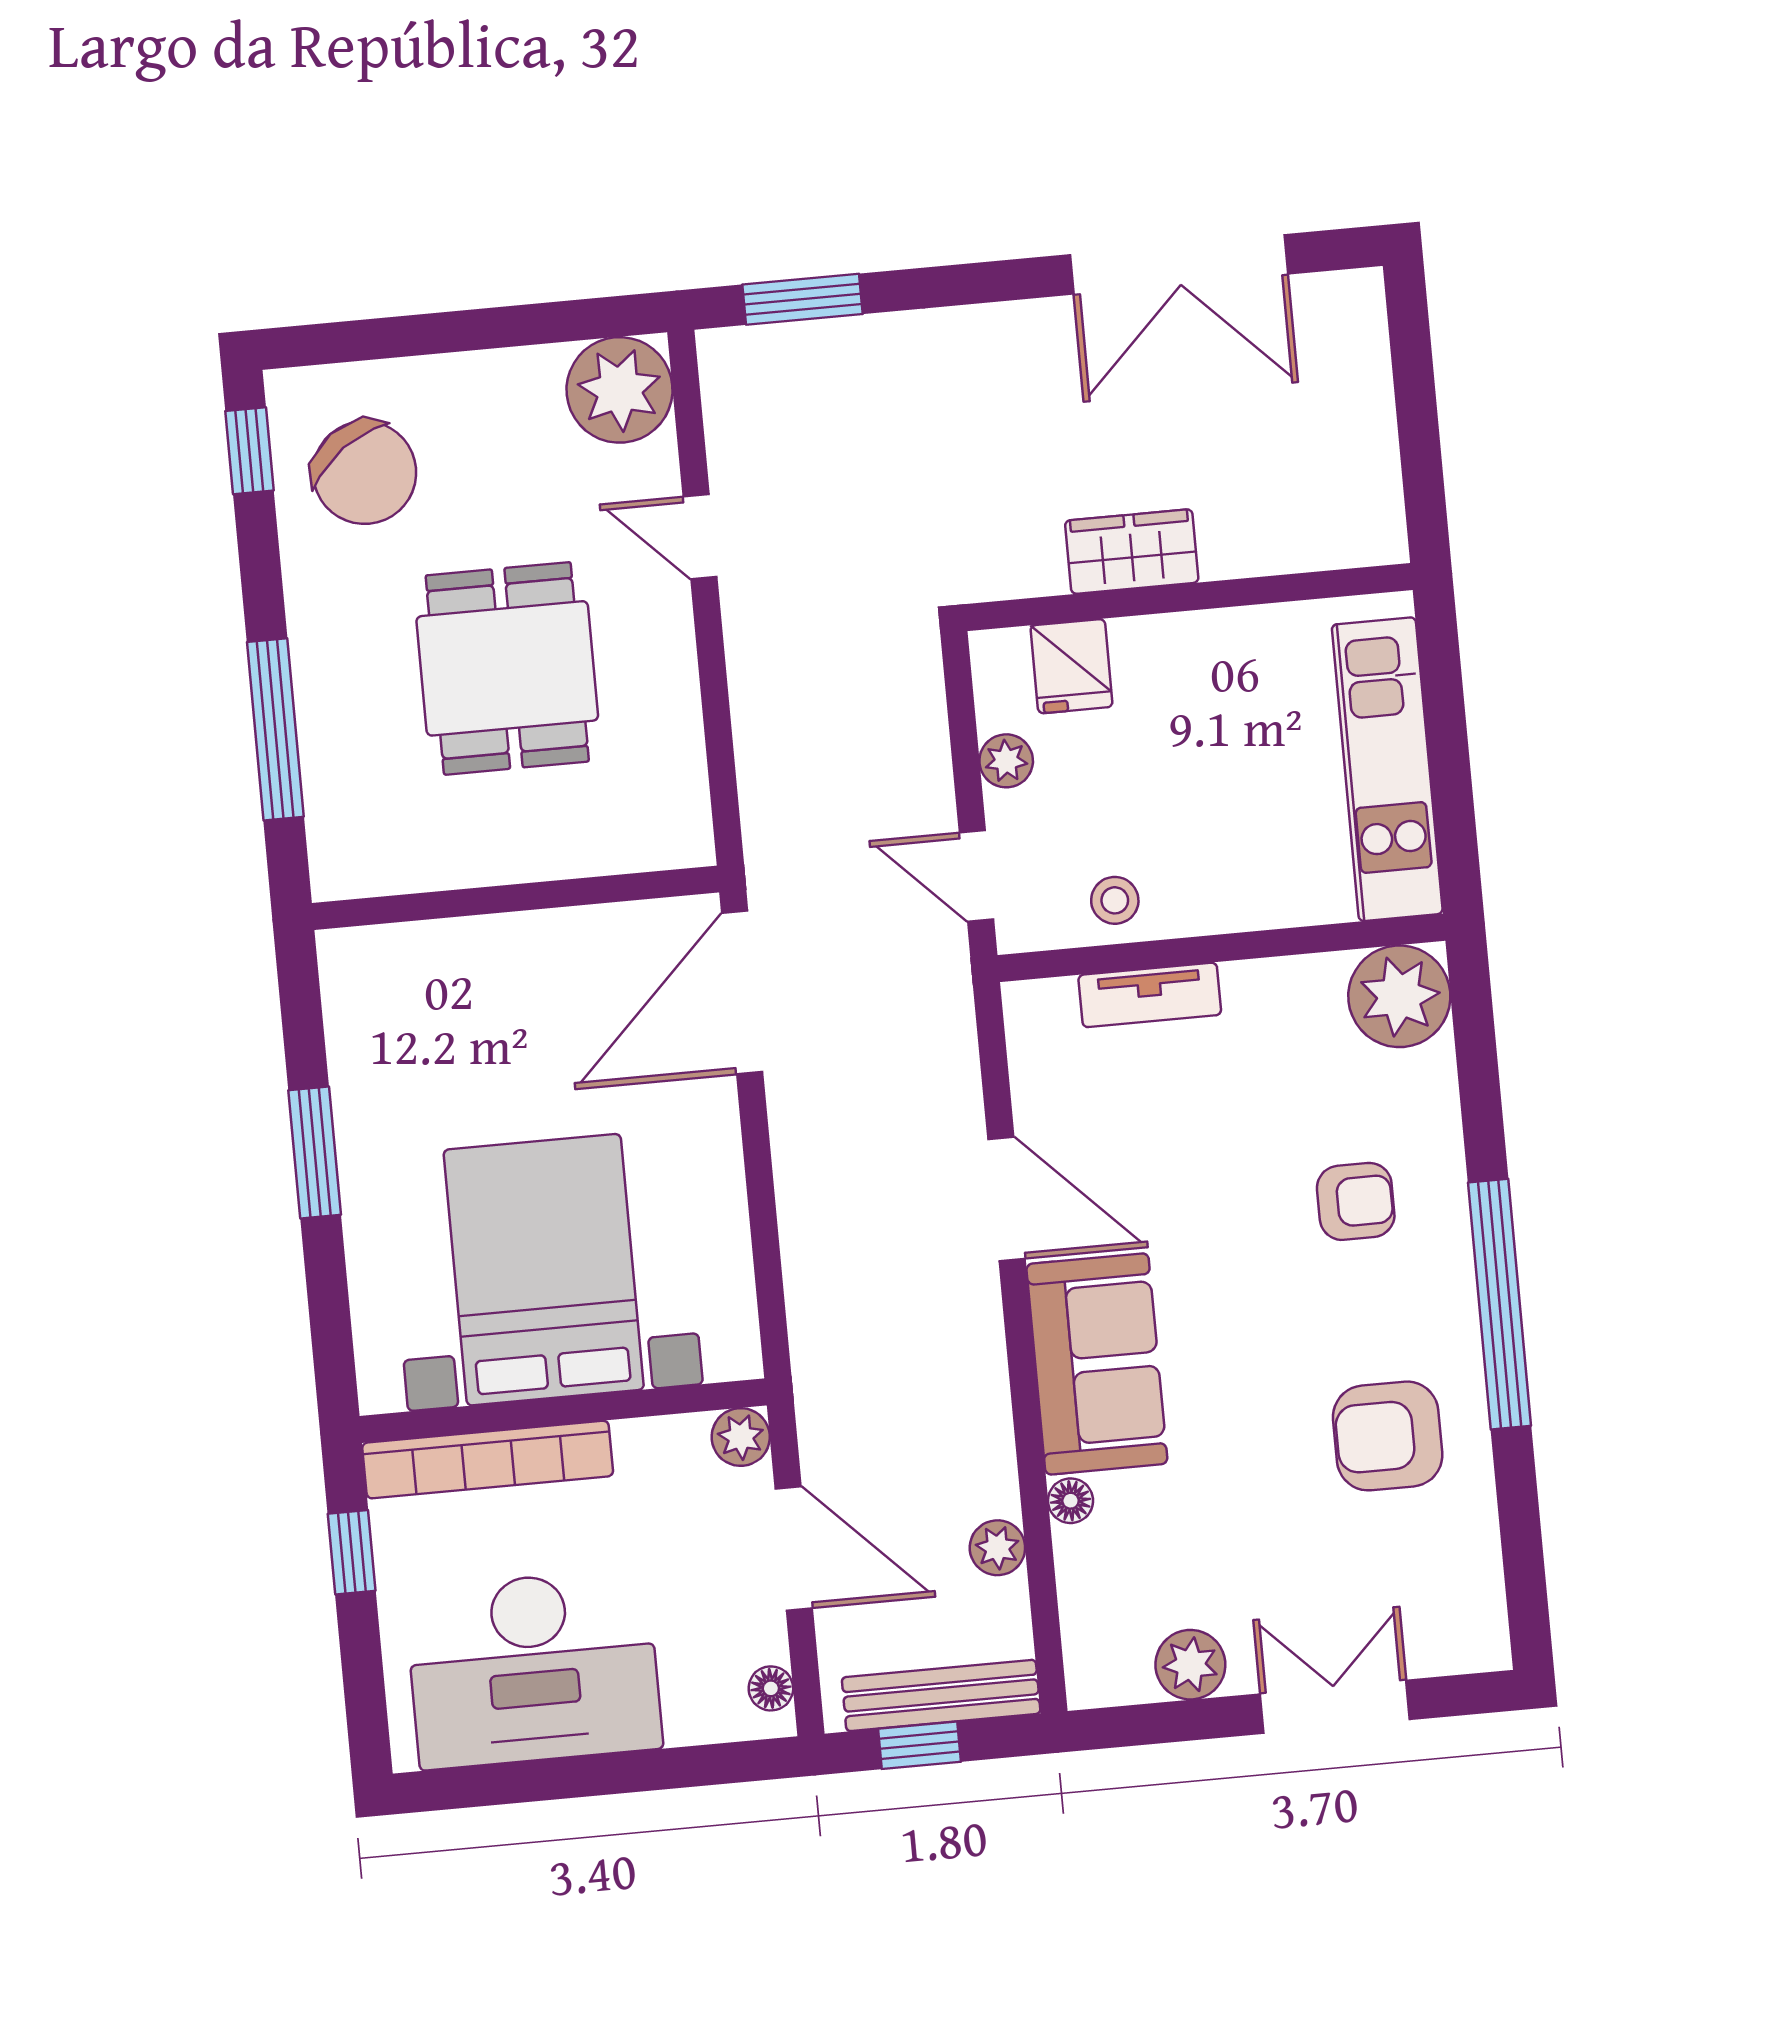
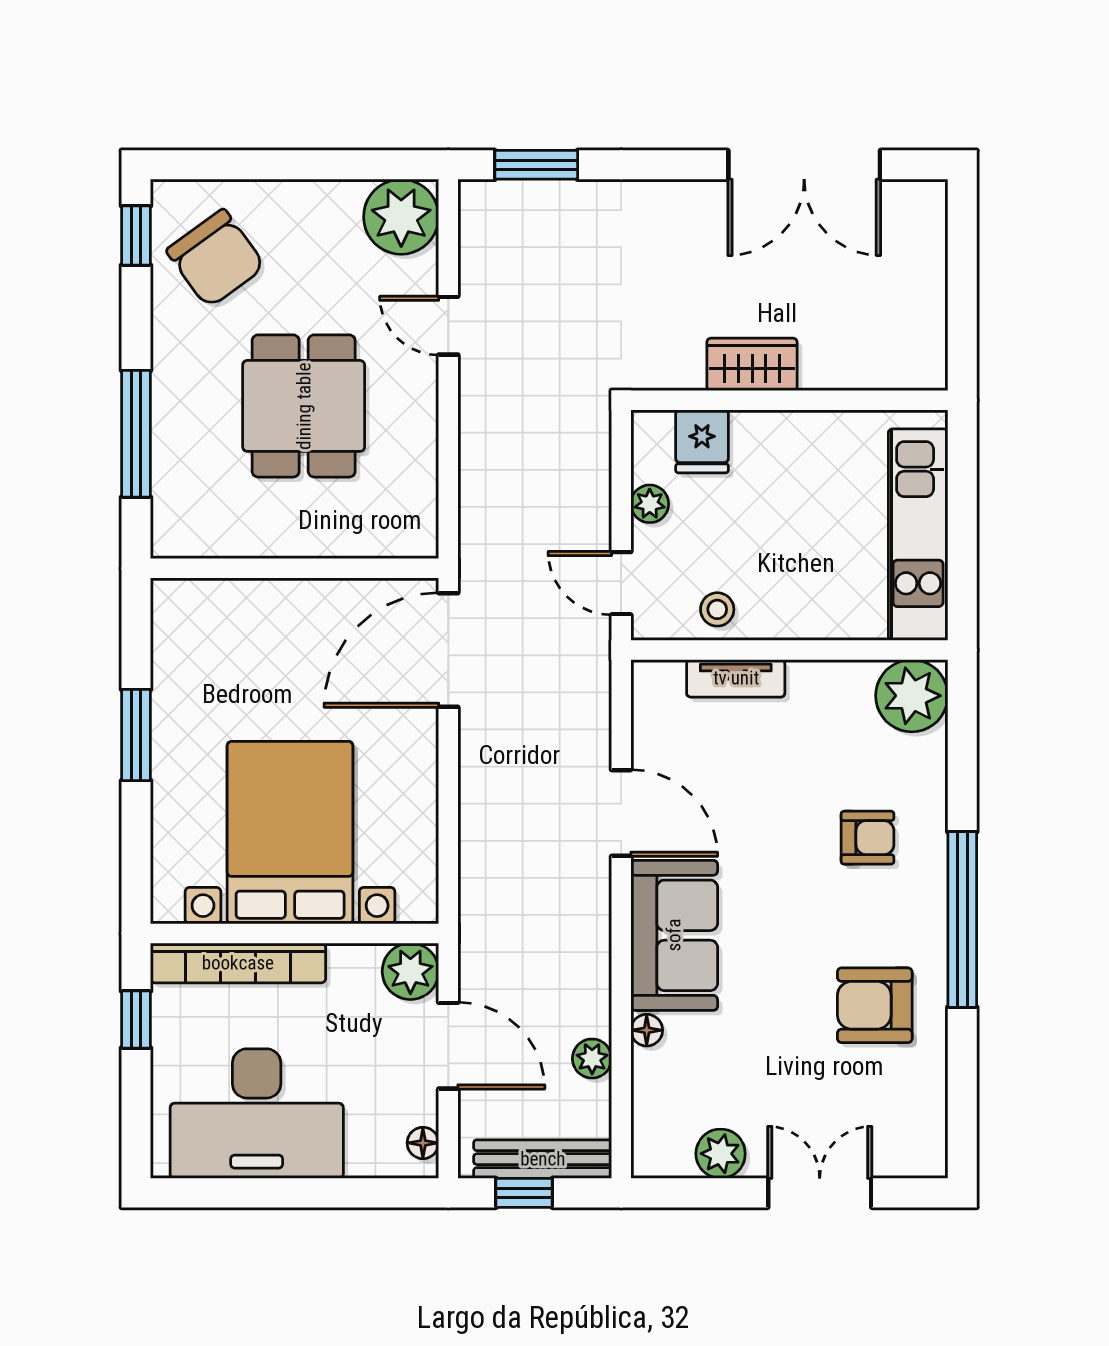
plant: (741, 1437) -> (410, 971), width x1.38, depth x1.38

